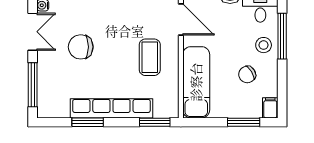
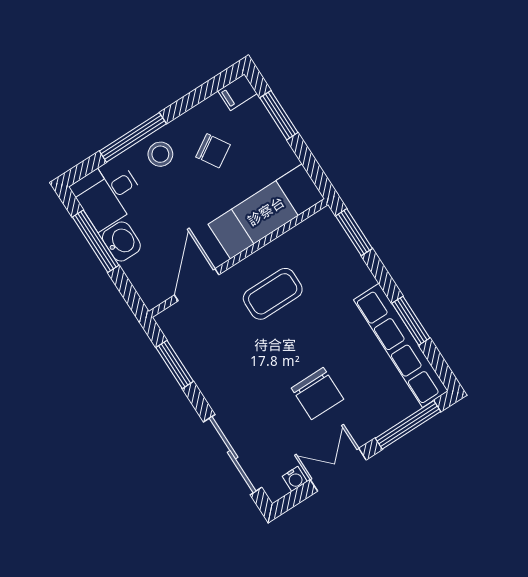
row of seats: (111, 108) -> (401, 345), moved

